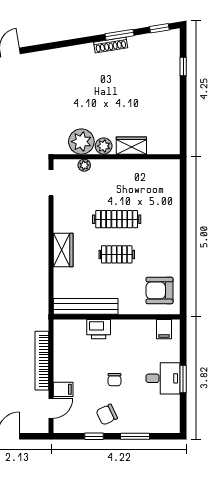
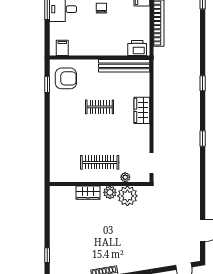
clothes rail: (117, 219) -> (100, 162), moved
window: (183, 283) -> (47, 84), added
printer: (99, 329) -> (137, 48), moved

